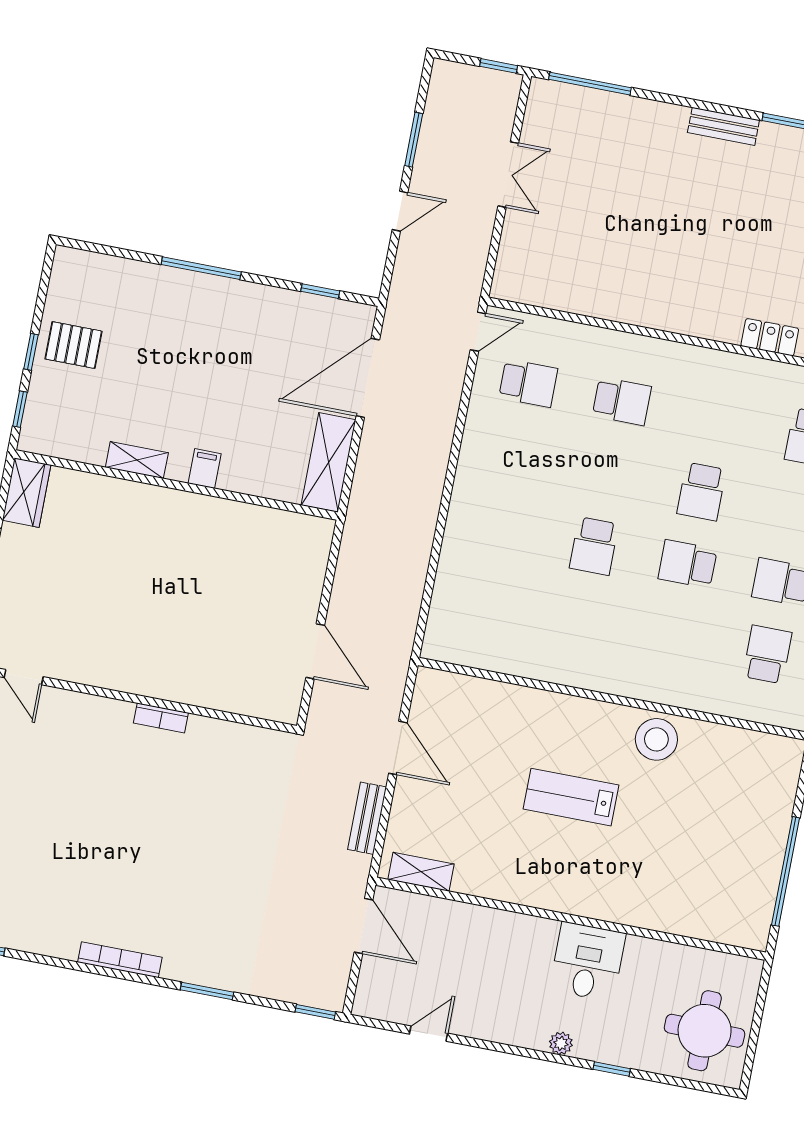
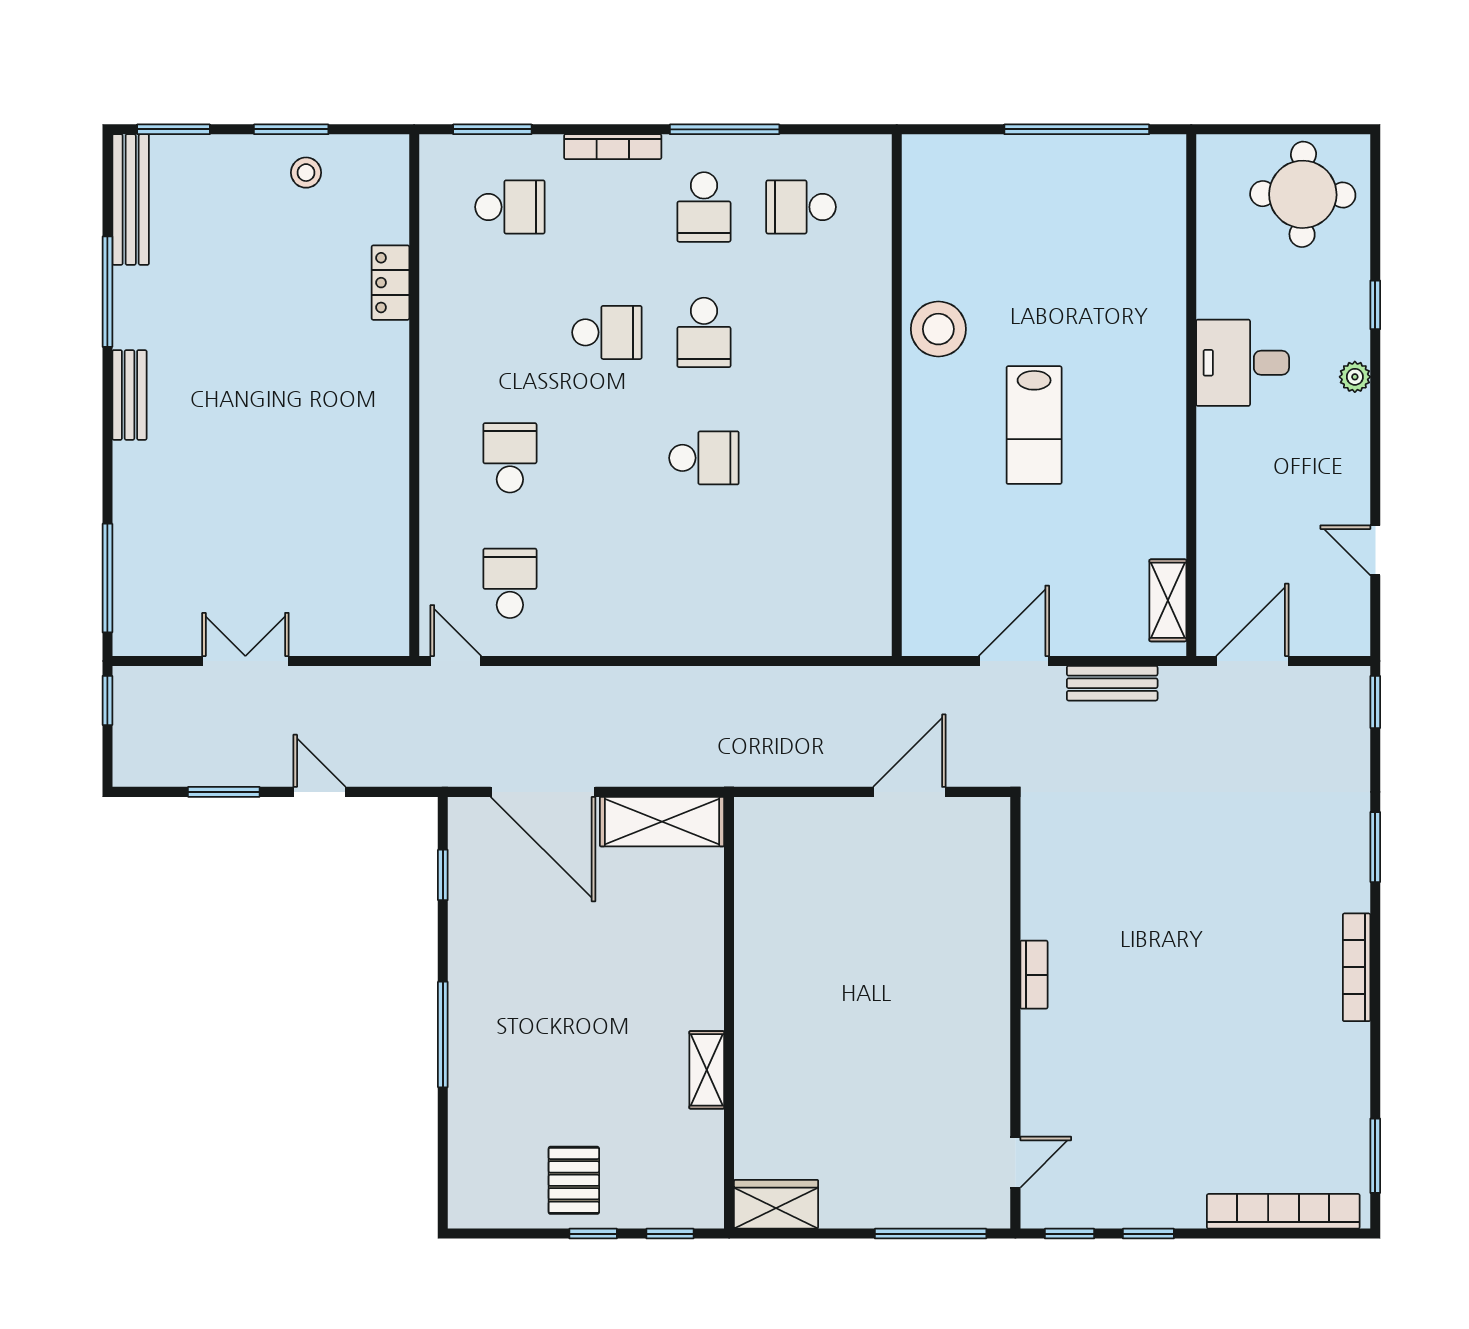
filing cabinet: (205, 468) -> (701, 980), removed

